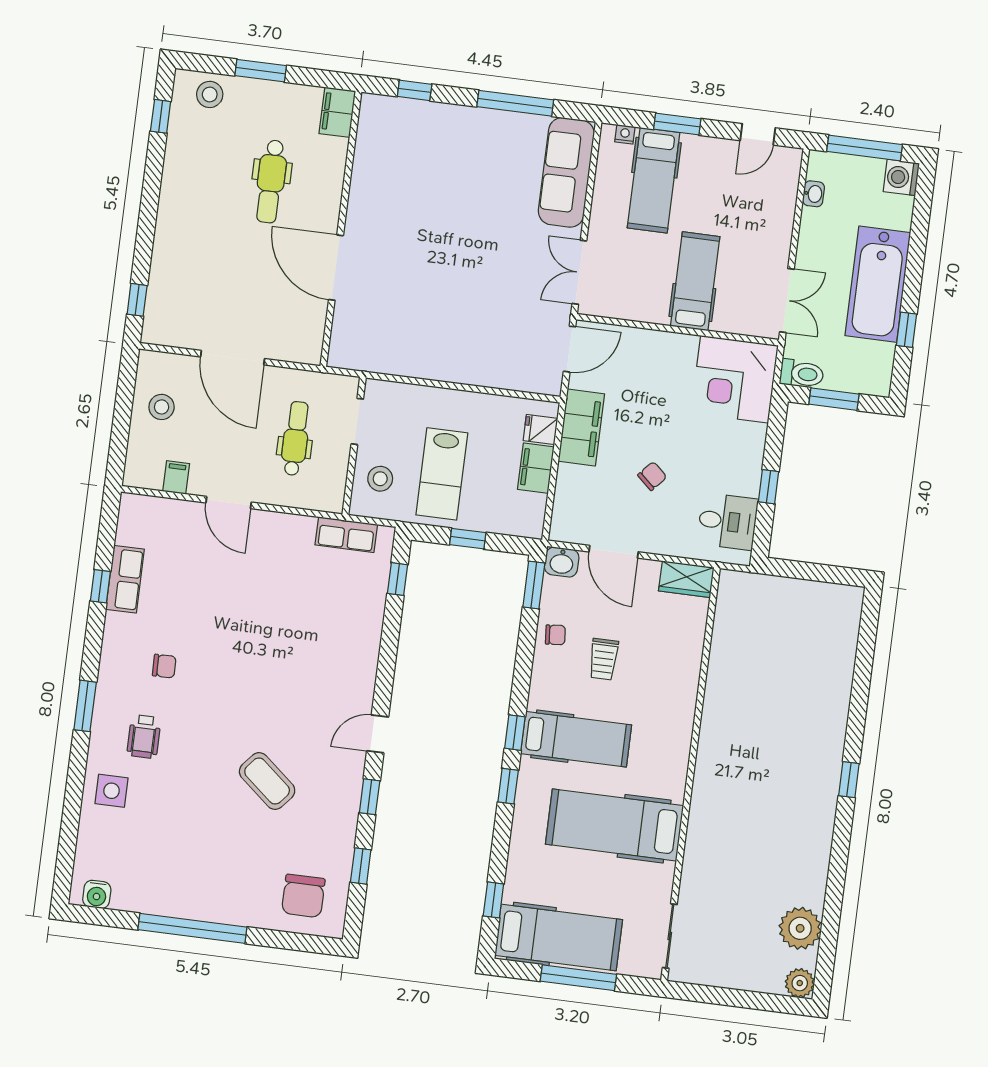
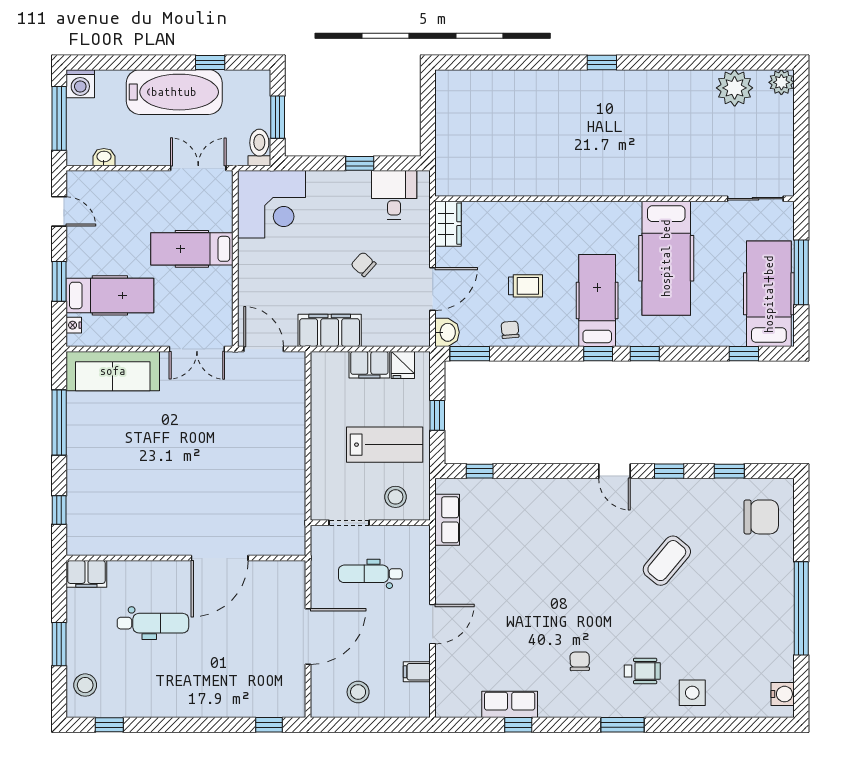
fridge: (541, 430) -> (403, 365), moved

